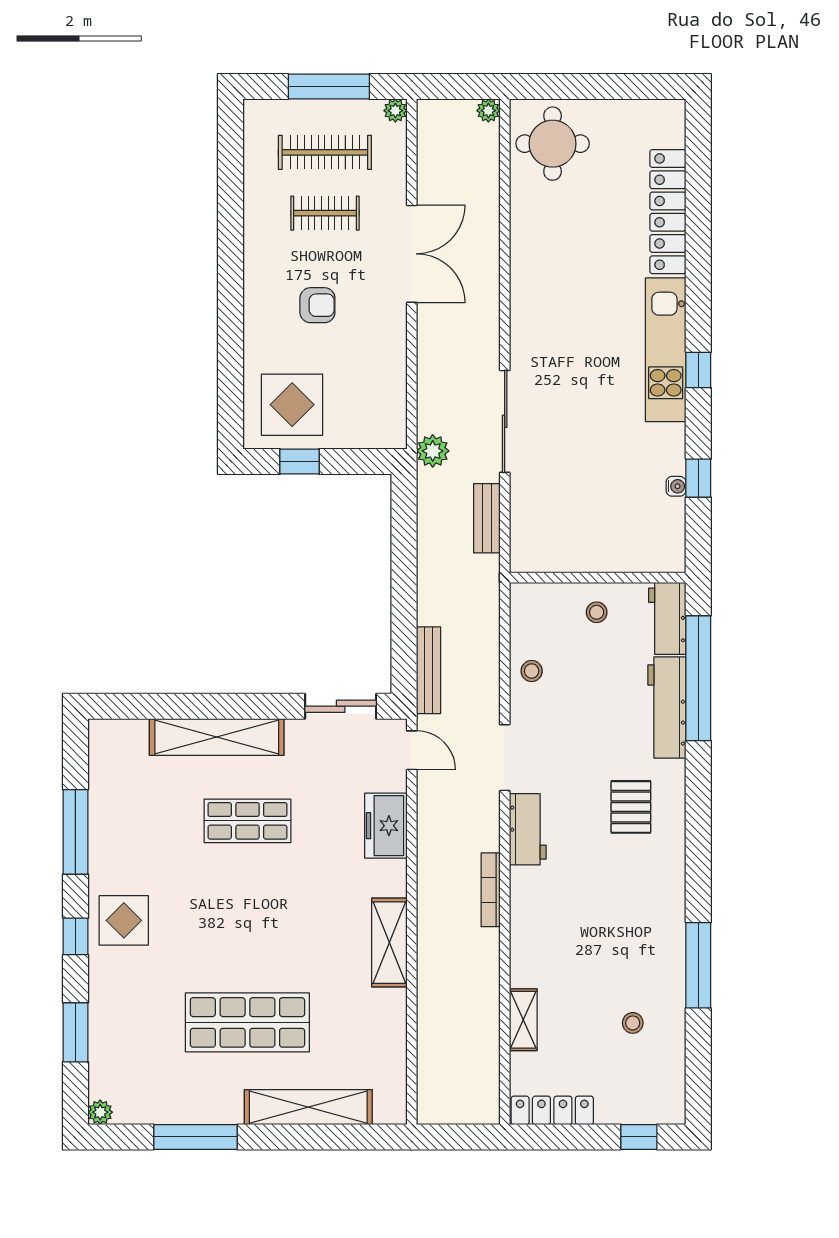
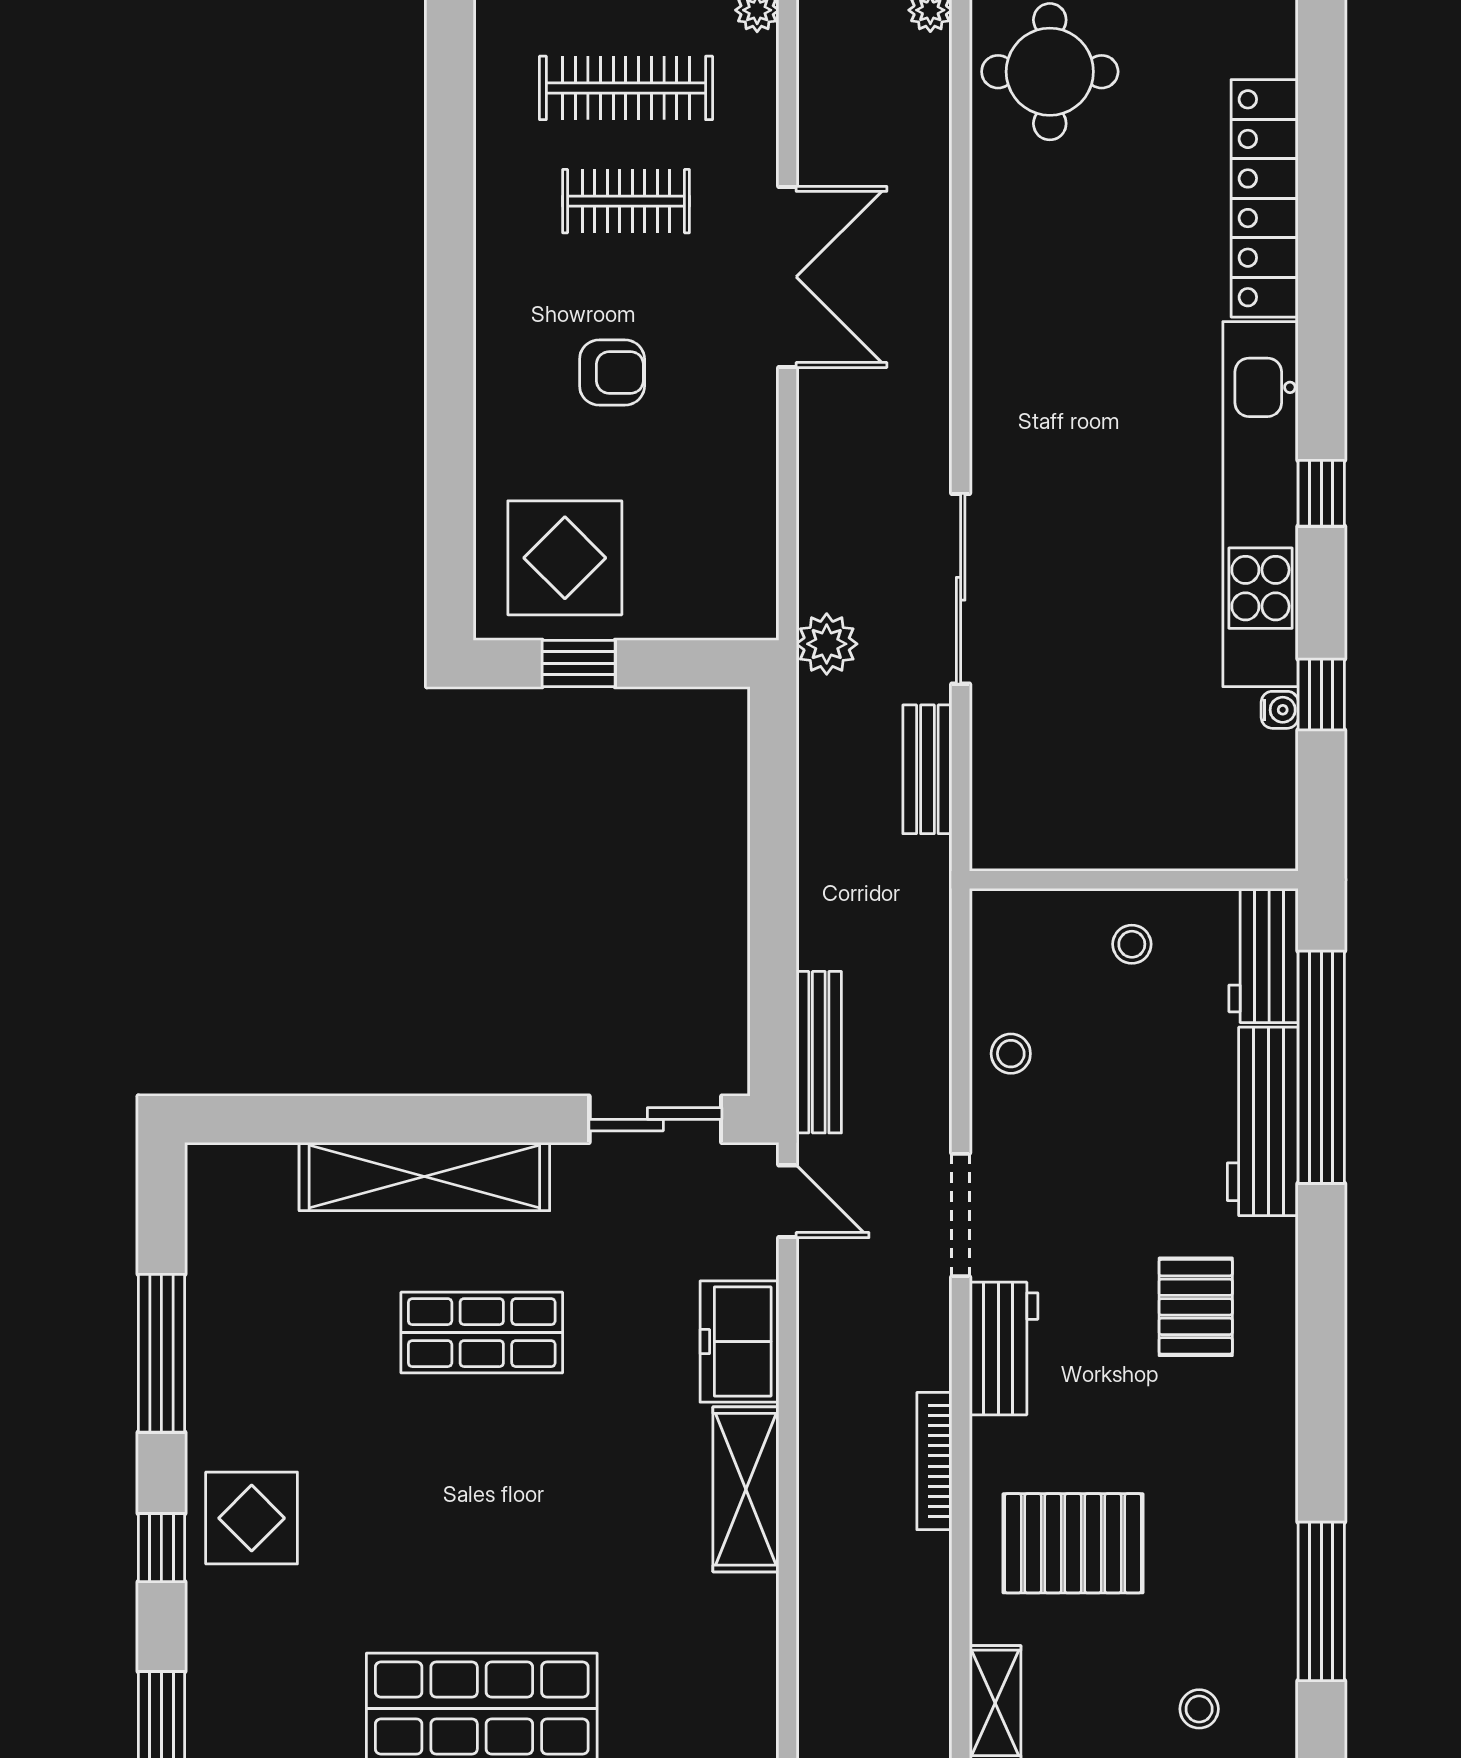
kitchen unit: (666, 350) -> (1260, 504), width x1.36
pallet: (565, 934) -> (1073, 1543), added
shelving: (389, 943) -> (746, 1489), moved

